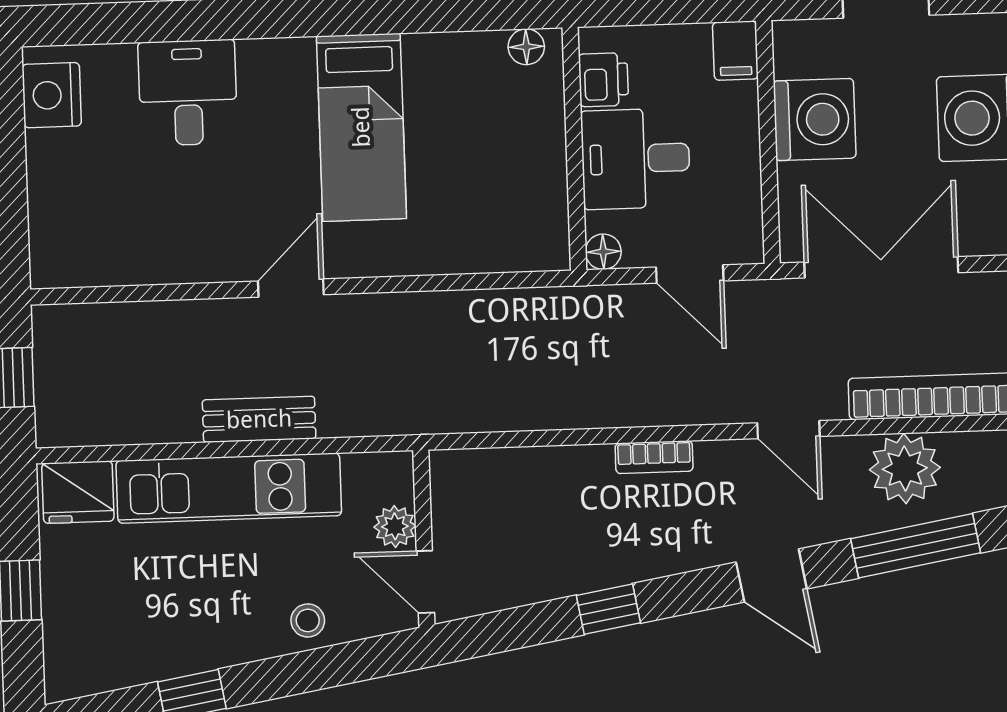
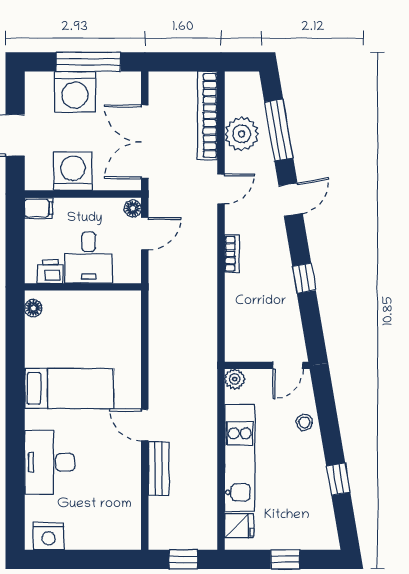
desk: (188, 93) -> (50, 462), width x1.37
floor lamp: (603, 252) -> (133, 208), moved
bench: (259, 419) -> (159, 469), moved
fridge: (78, 492) -> (239, 526), width x0.72
plant: (395, 526) -> (235, 379), moved

